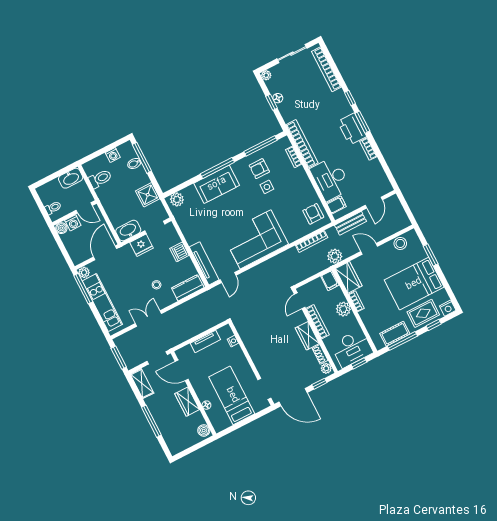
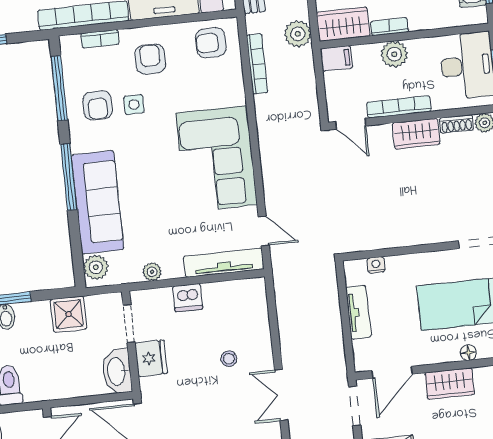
sofa: (217, 184) -> (98, 202), width x1.36
armchair: (293, 186) -> (150, 59), added
plant: (186, 229) -> (152, 272), added
kitchen counter: (188, 288) -> (255, 307), removed

